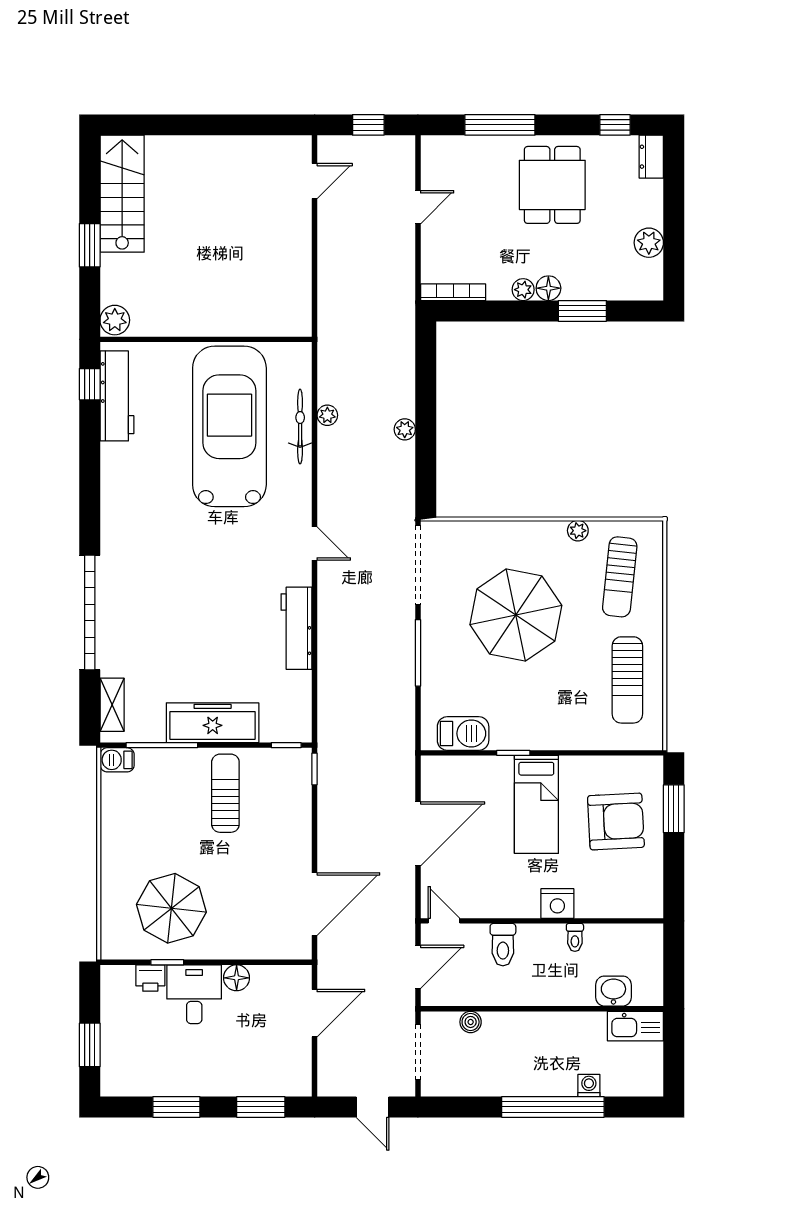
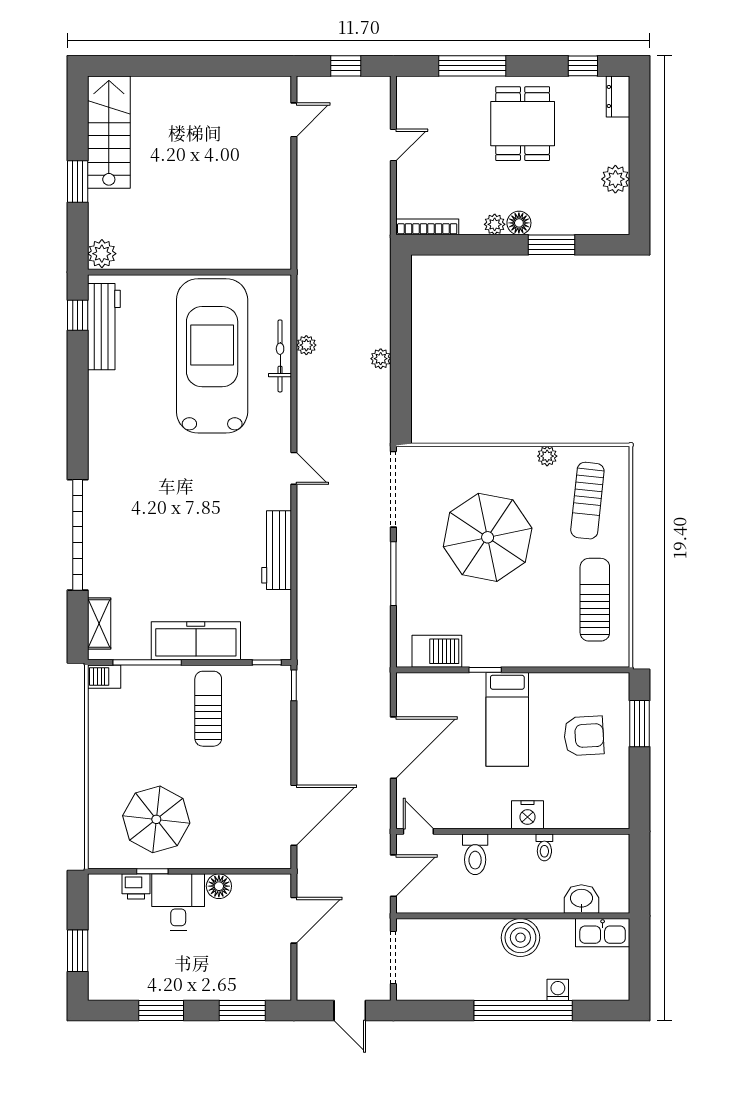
sun lounger: (627, 680) -> (595, 600), turned 180
armchair: (616, 821) -> (584, 736), width x0.73, depth x0.73
boiler: (471, 1022) -> (520, 938), moved, width x1.86, depth x1.86

